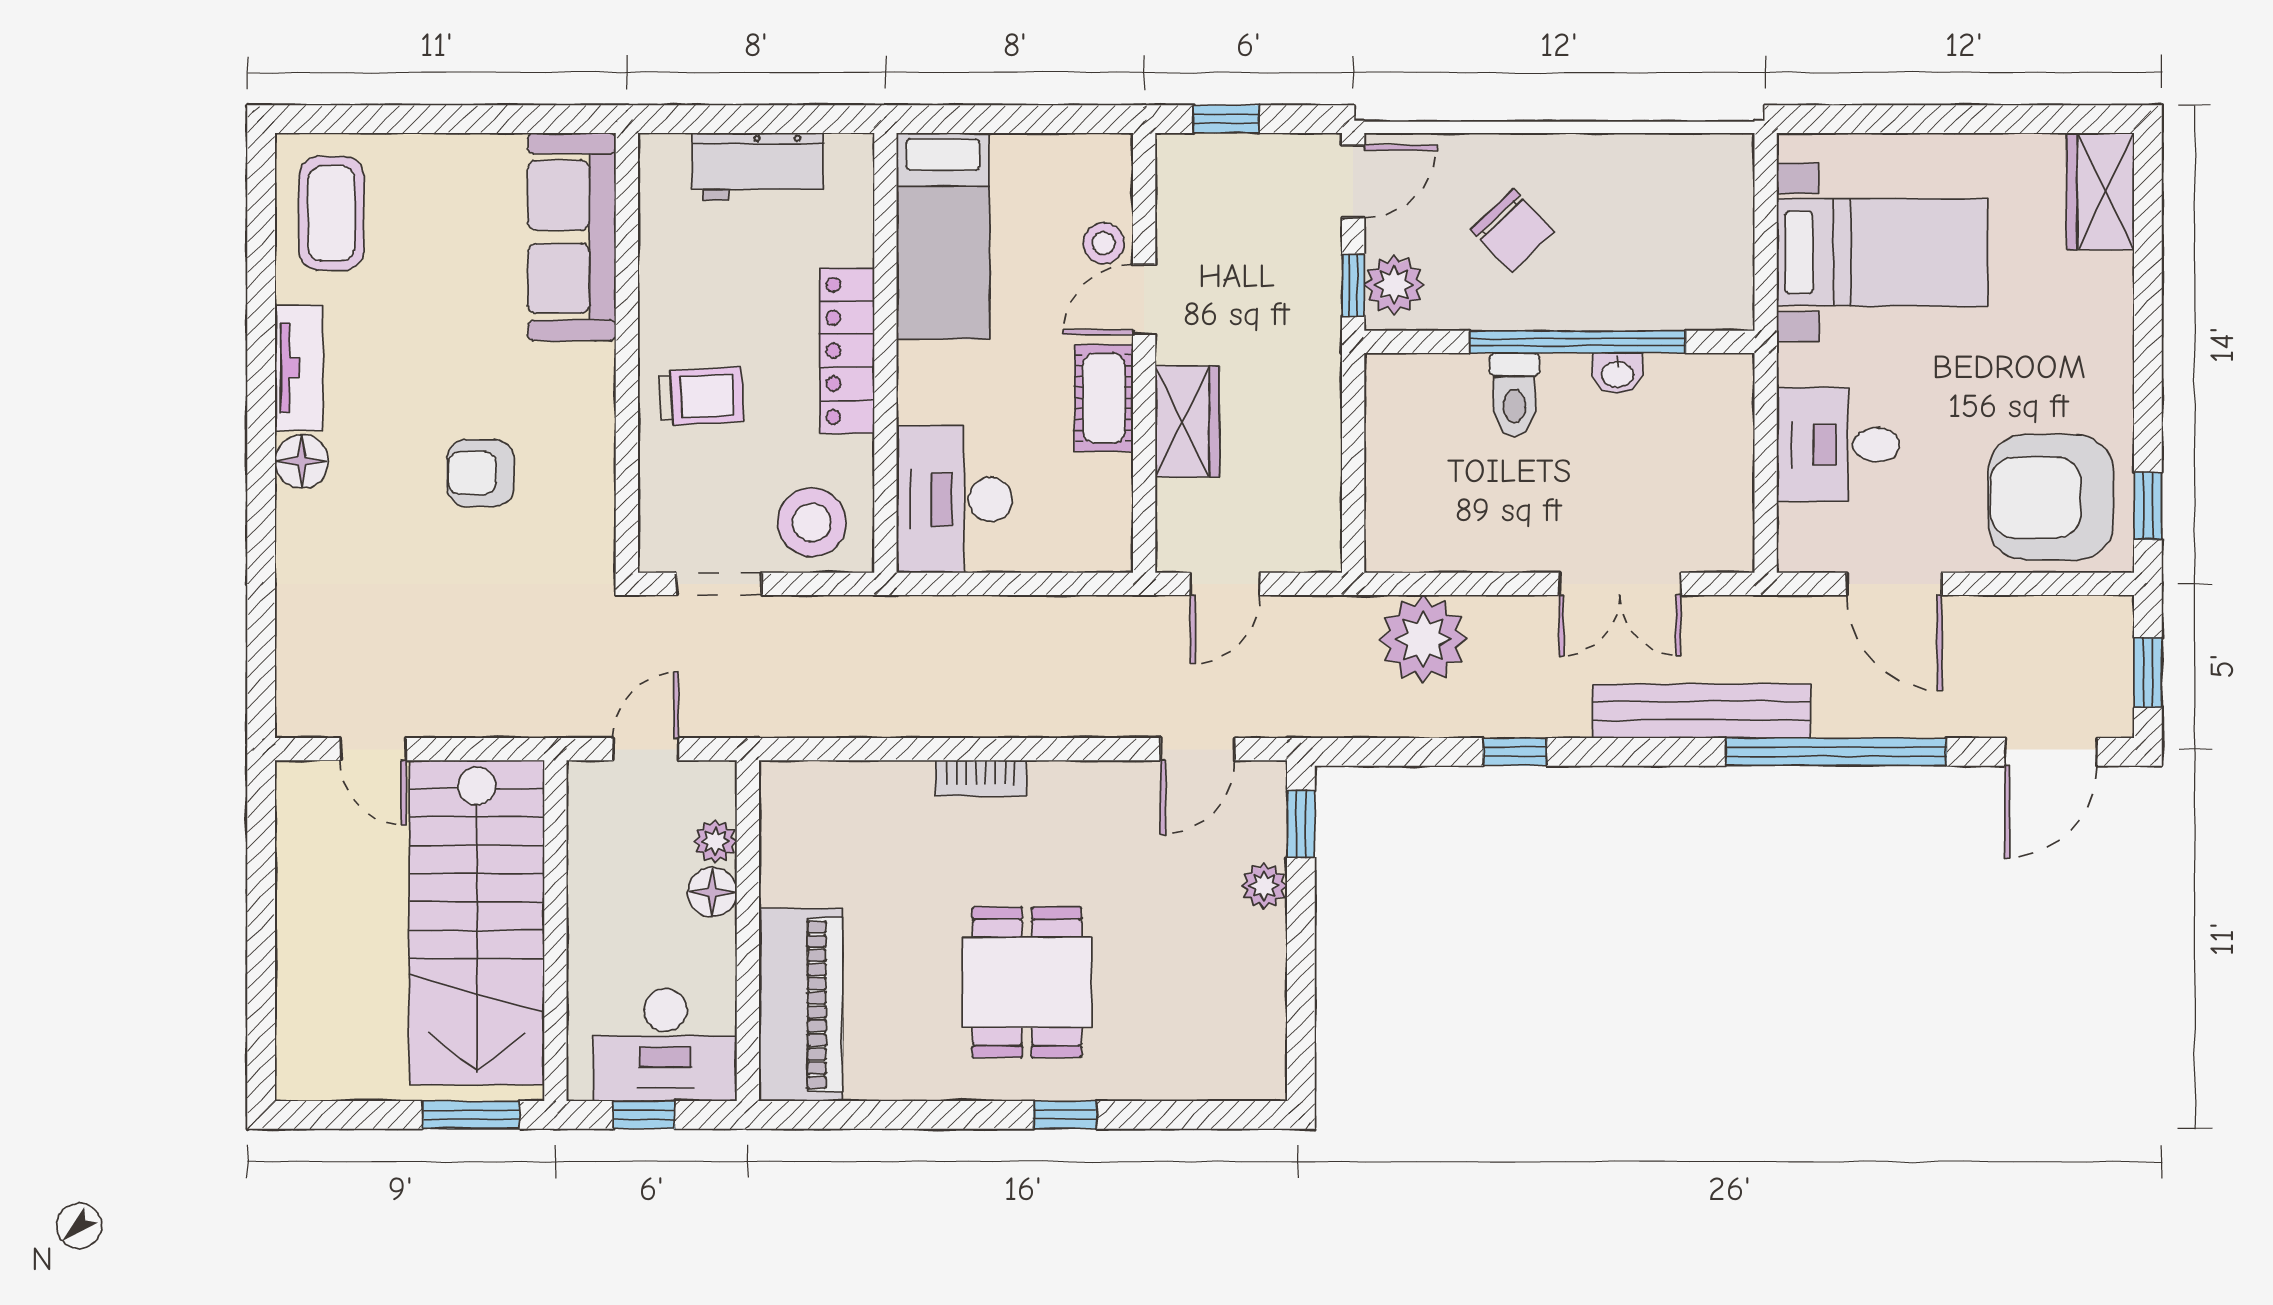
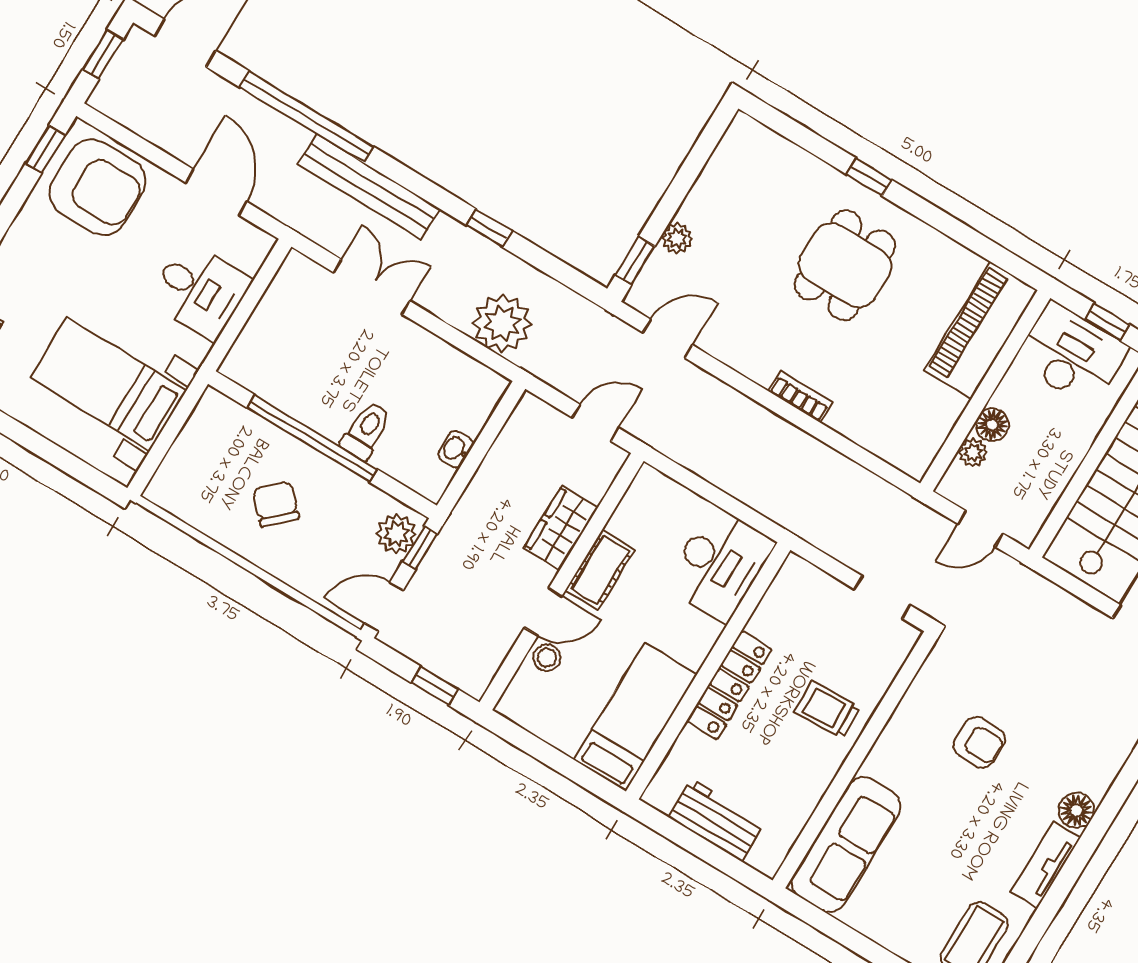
chair: (1512, 231) -> (276, 504), moved
washbasin: (1617, 373) -> (456, 449), moved, turned -90
stool: (812, 522) -> (808, 600), removed

